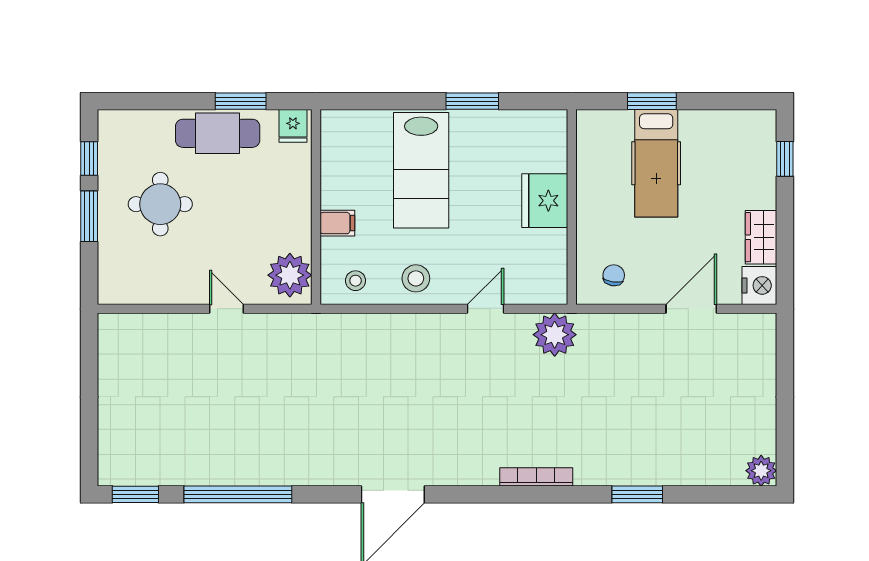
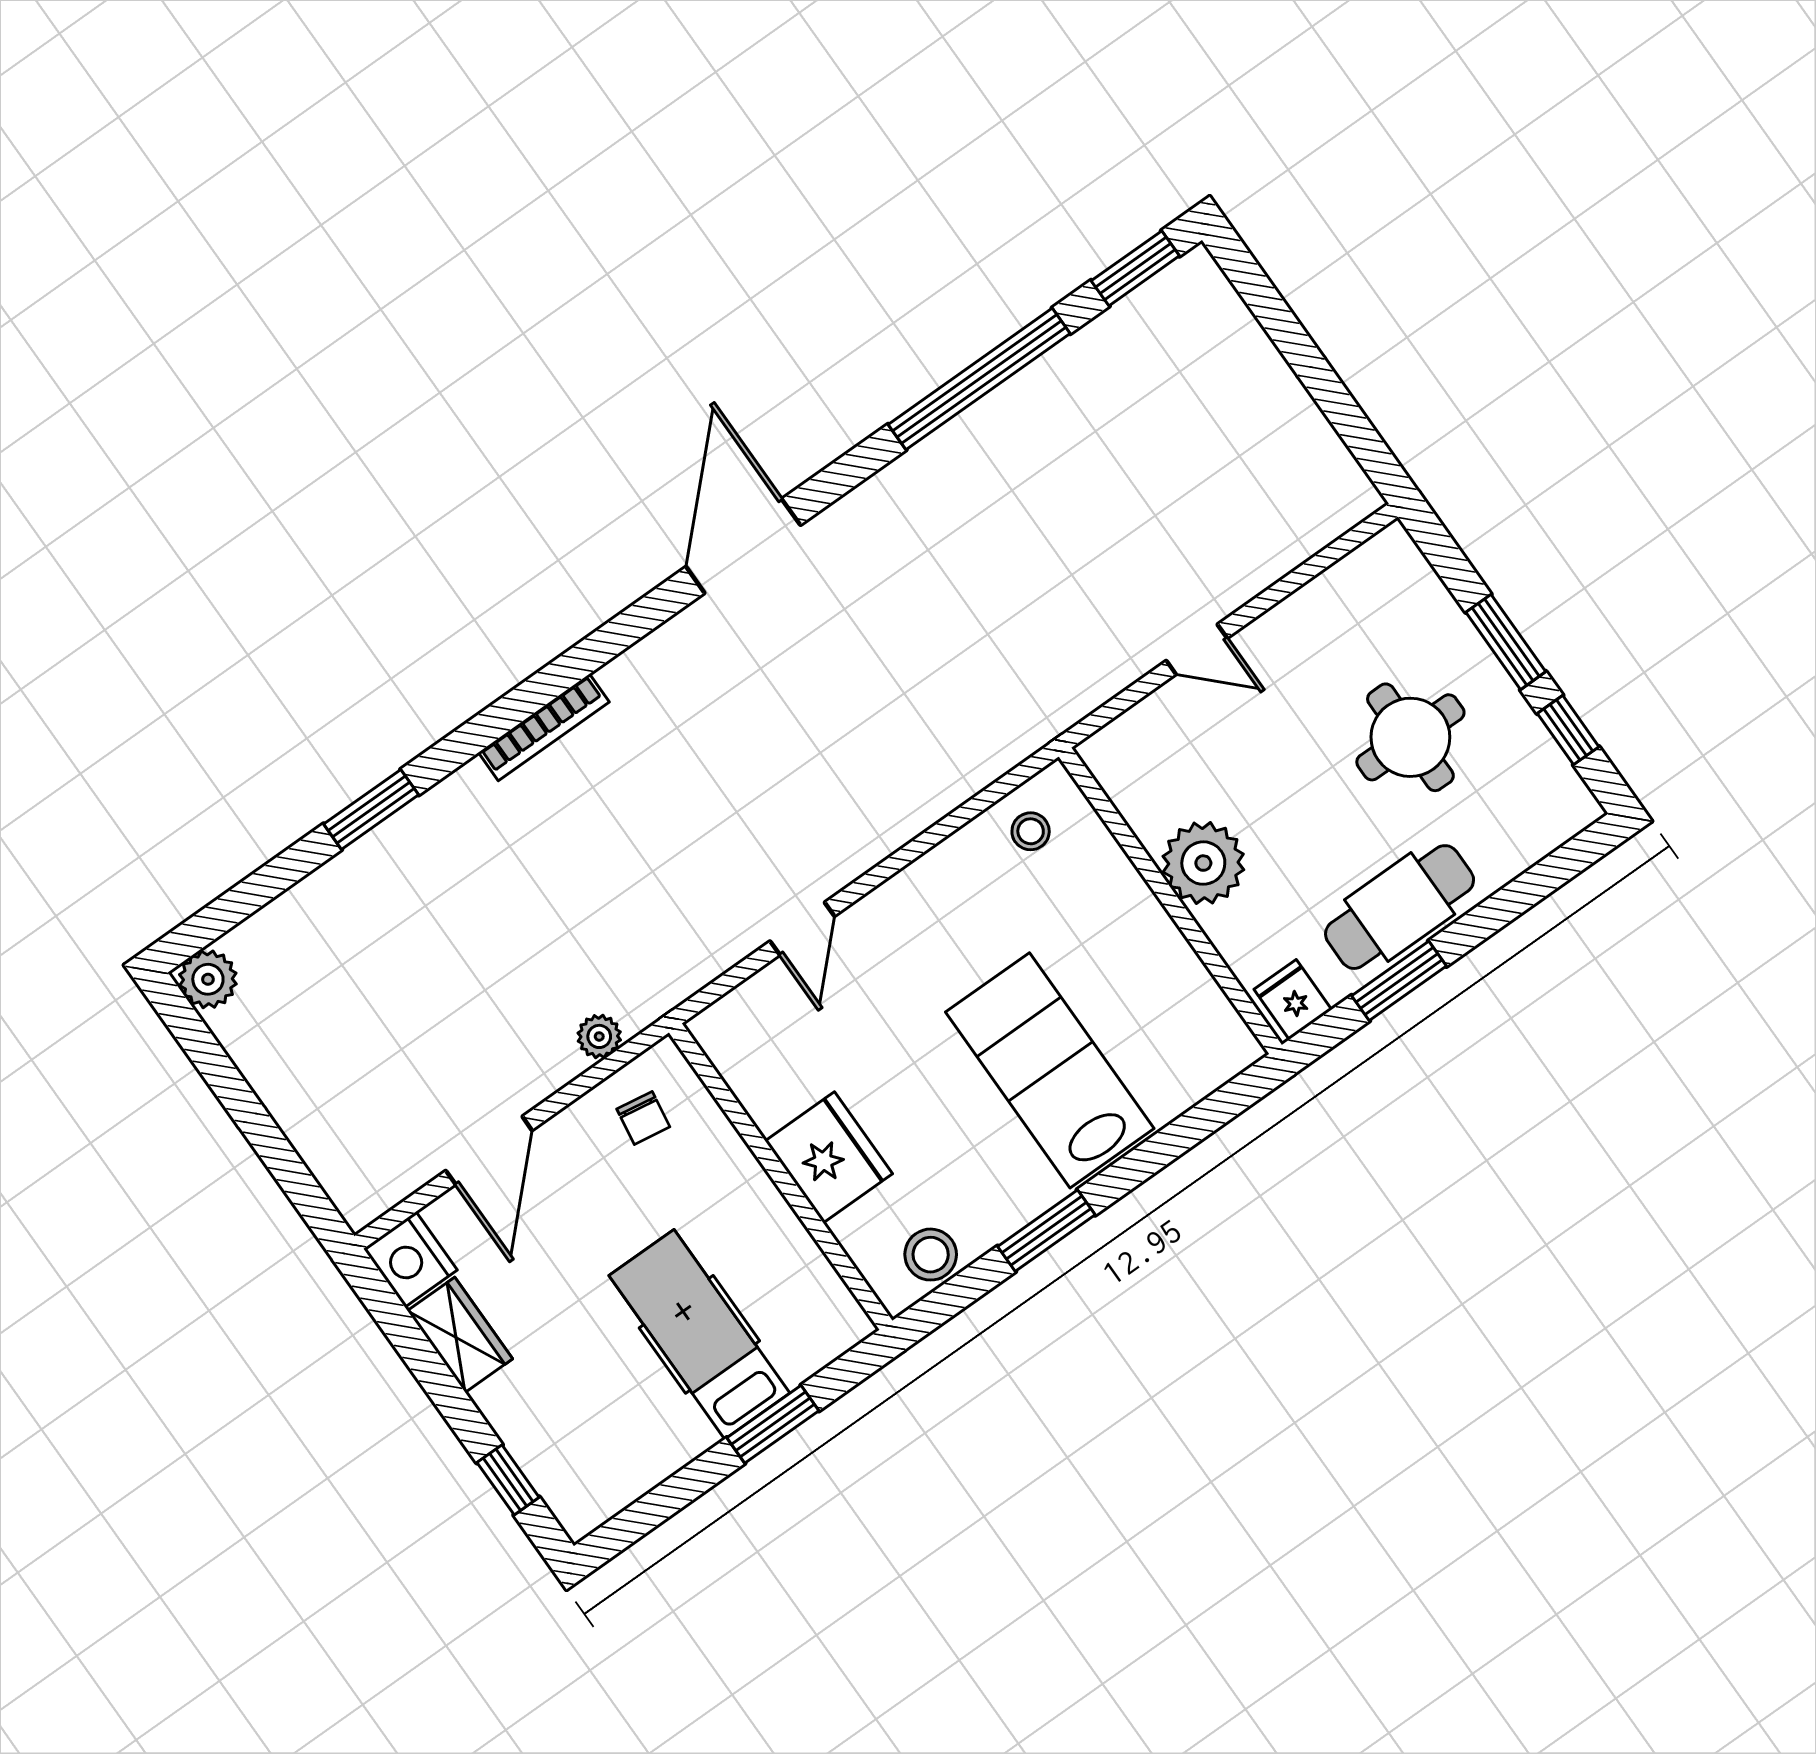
filing cabinet: (337, 223) -> (1120, 899), removed
plant: (290, 275) -> (1203, 863), moved
stool: (416, 278) -> (931, 1255), moved
plant: (555, 335) -> (599, 1036), moved, width x0.53, depth x0.53

